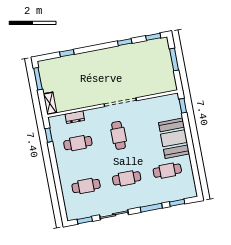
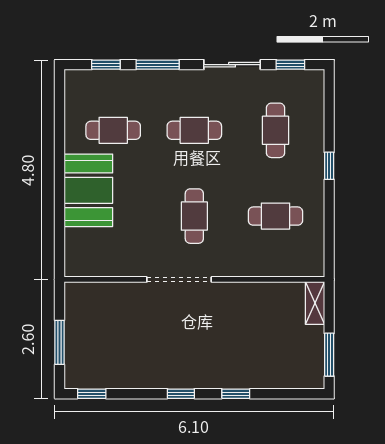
window: (125, 42) -> (181, 394), moved
window: (67, 53) -> (236, 394), moved
window: (183, 106) -> (60, 250), removed
dresser: (75, 117) -> (272, 267), removed
window: (49, 135) -> (329, 166), moved
cafe table: (86, 186) -> (275, 130), turned 90

